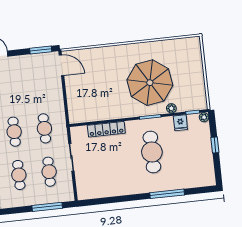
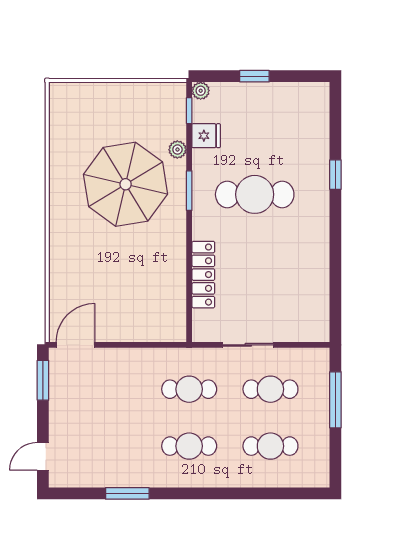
window: (167, 194) -> (335, 175), width x0.46

